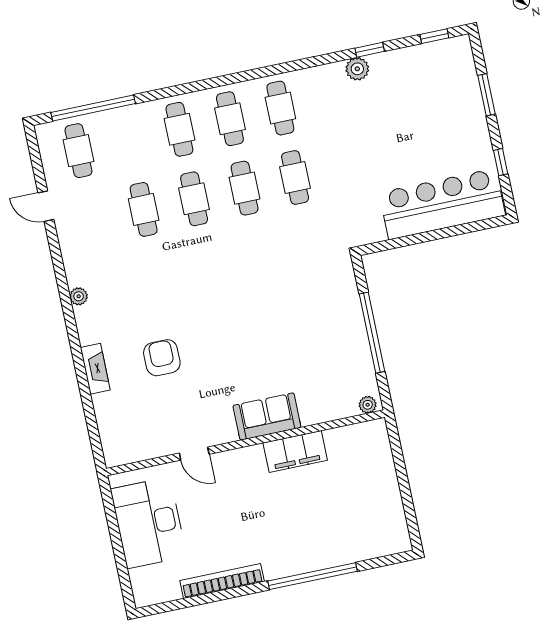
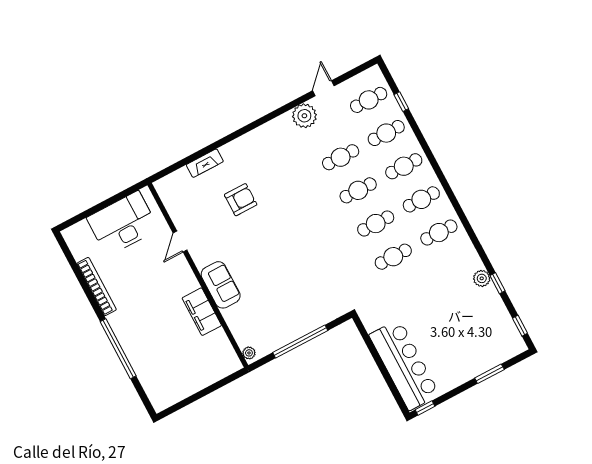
window: (93, 108) -> (401, 102), width x0.32
cafe table: (129, 140) -> (386, 133), added
window: (501, 162) -> (425, 408), moved
plant: (79, 296) -> (304, 116), moved, width x1.87, depth x1.87
fireplace: (95, 369) -> (205, 163), moved

